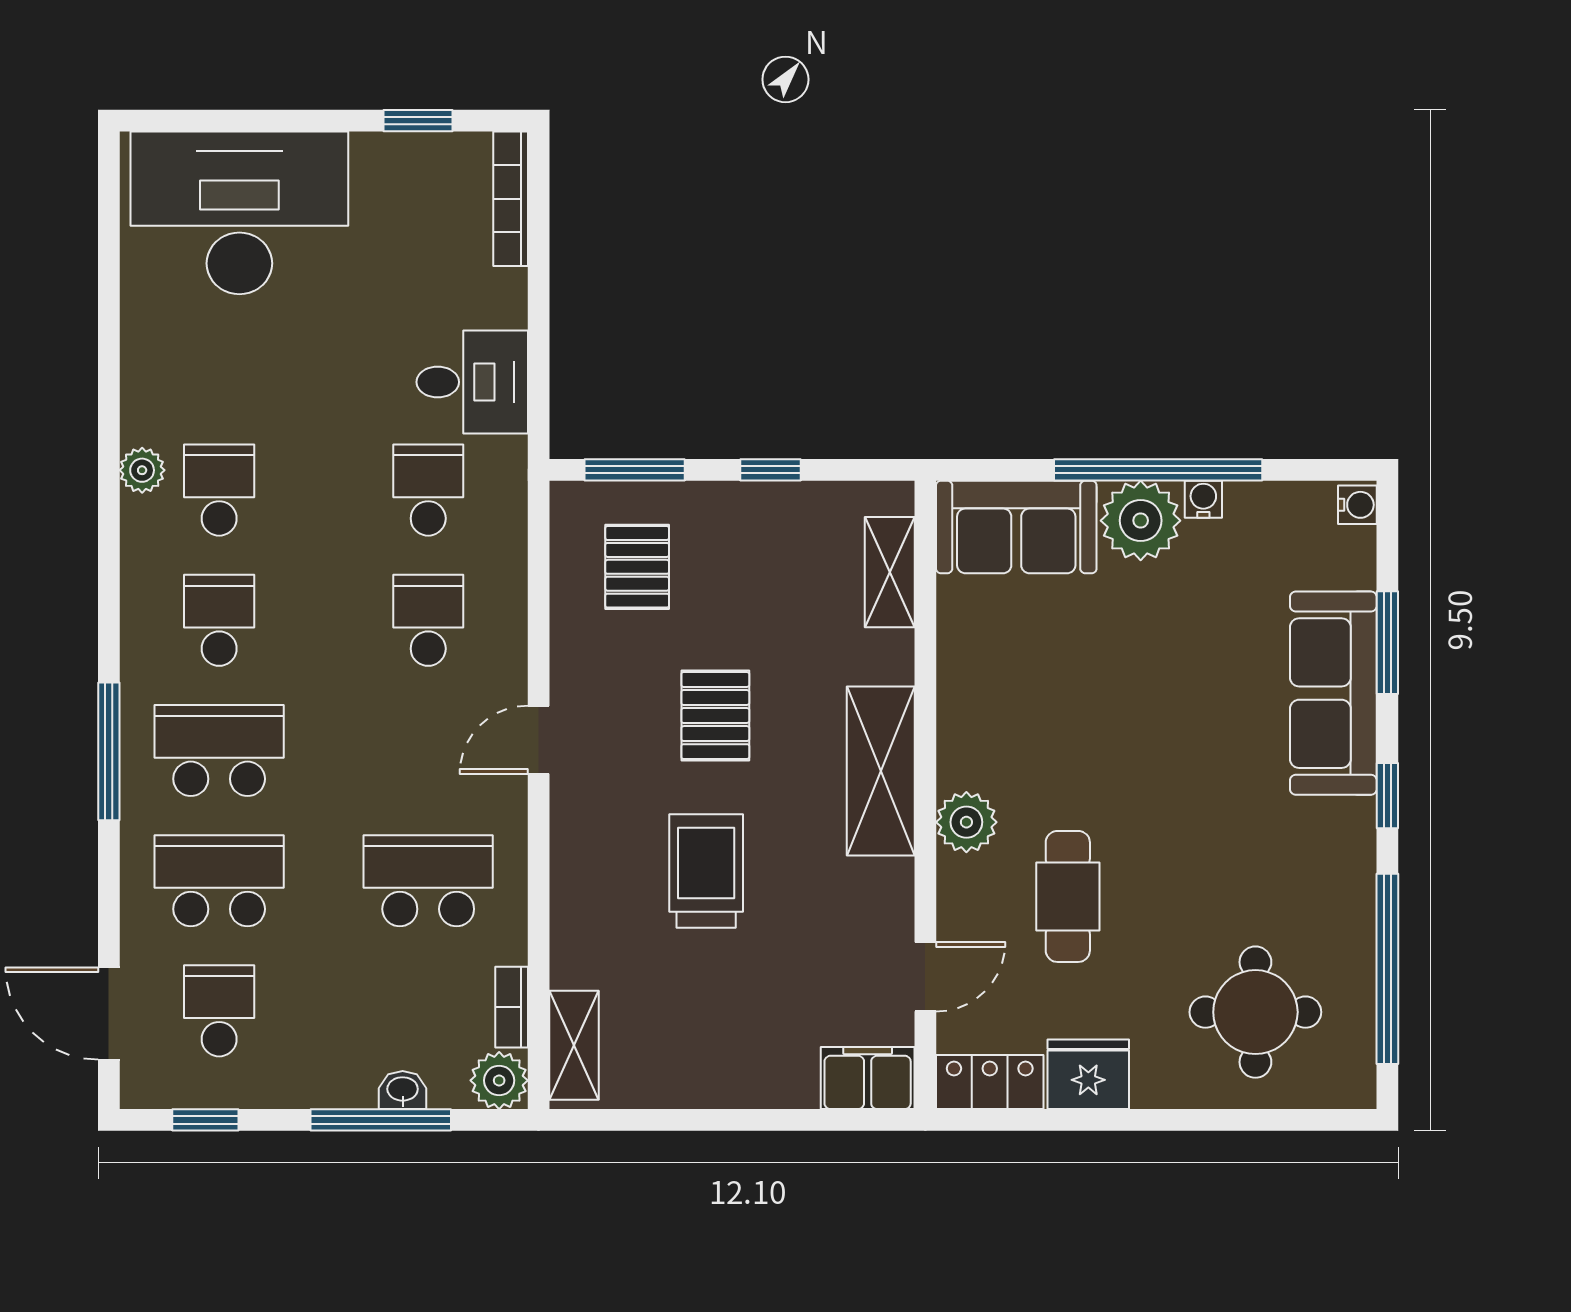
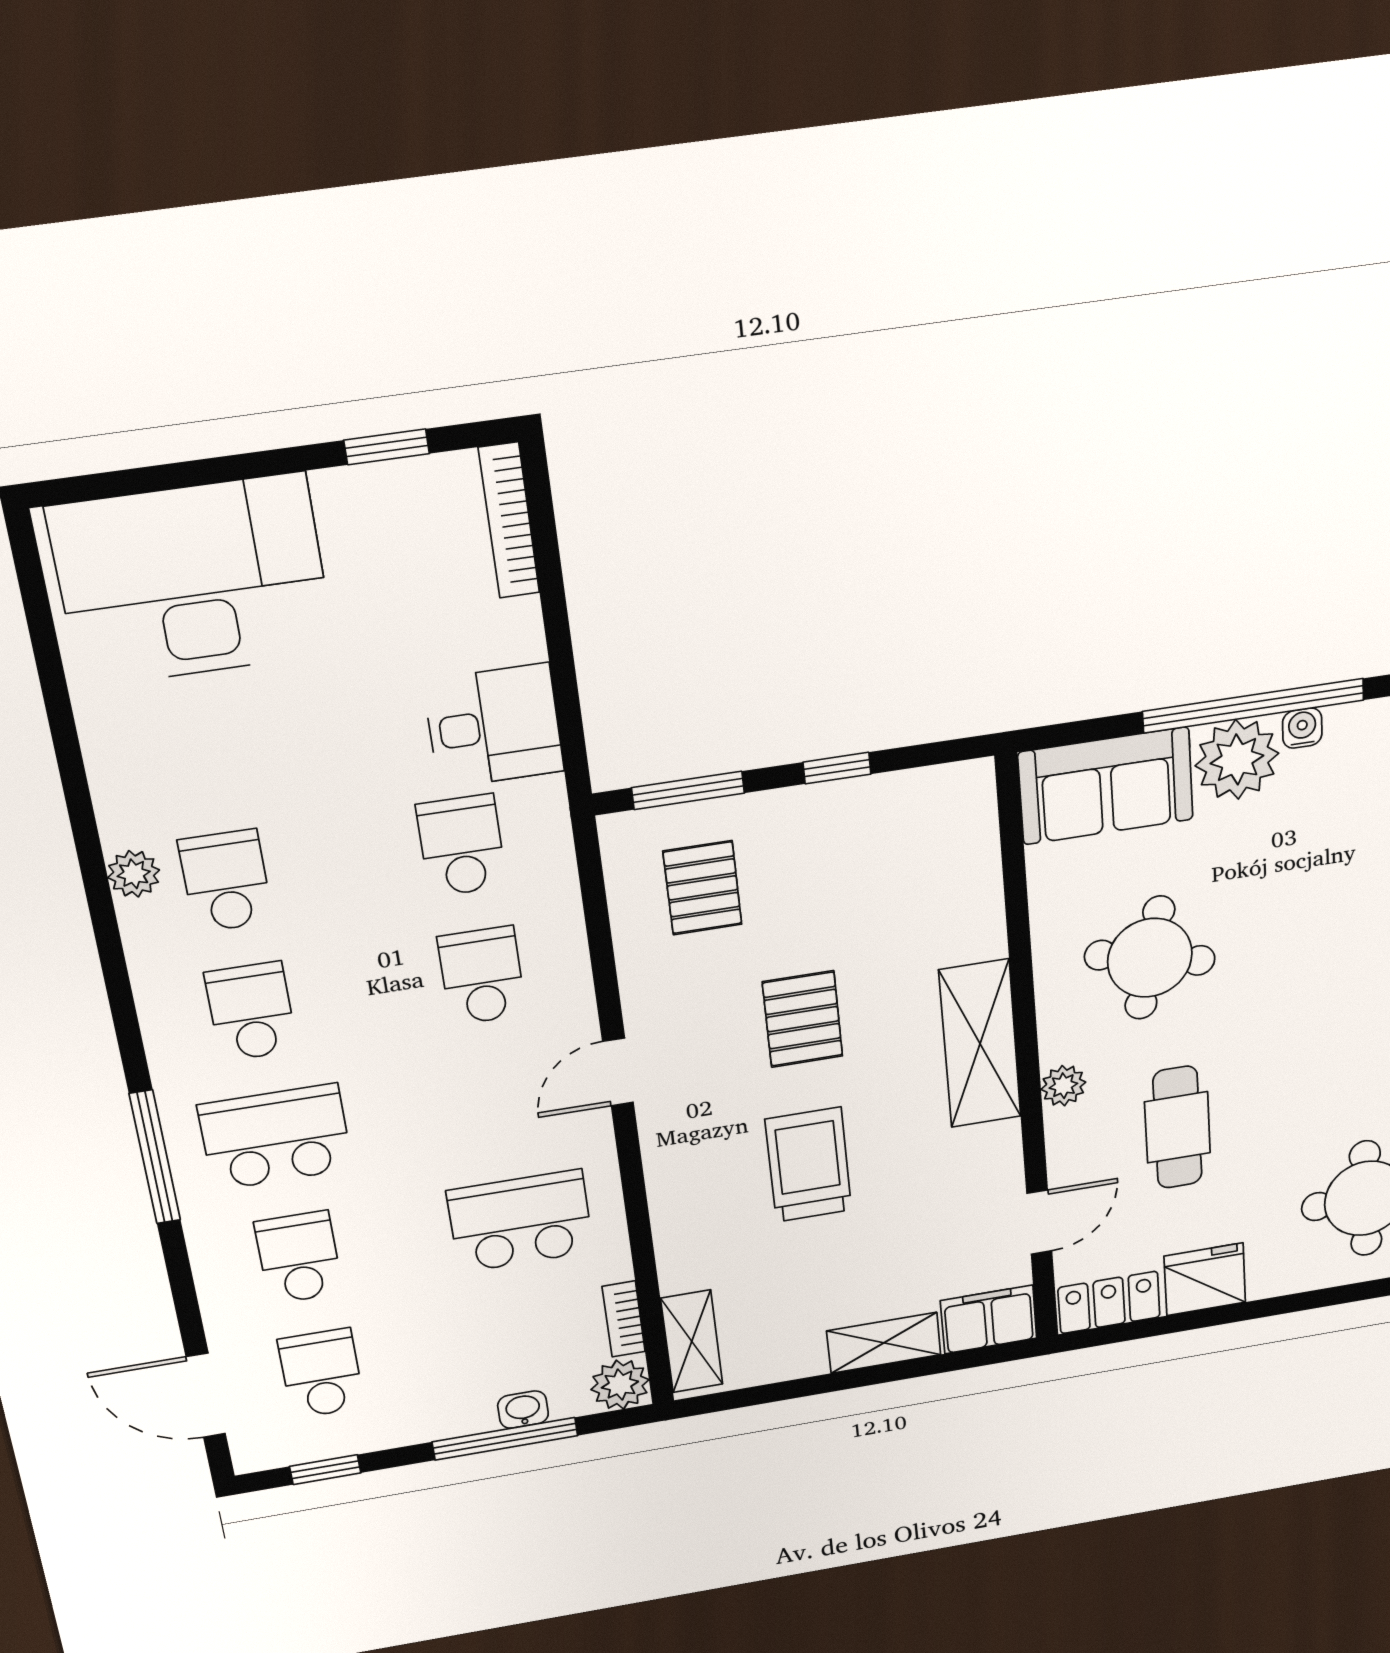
shelving: (890, 572) -> (884, 1343), moved, turned 90
round table: (1049, 709) -> (1150, 958), added
plant: (966, 822) -> (1063, 1086), width x0.73, depth x0.73
school desk: (219, 881) -> (299, 1258), width x0.54

